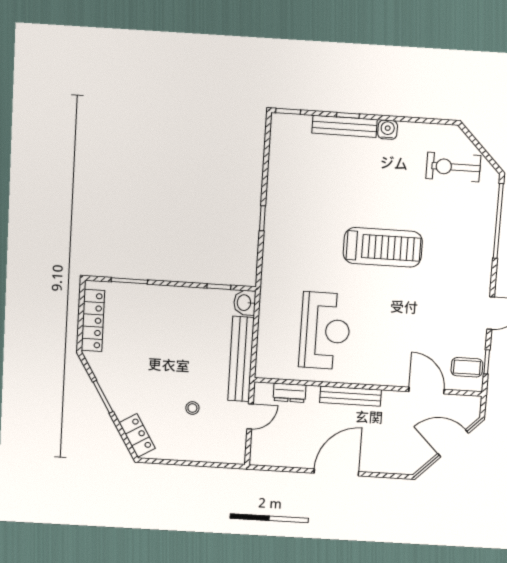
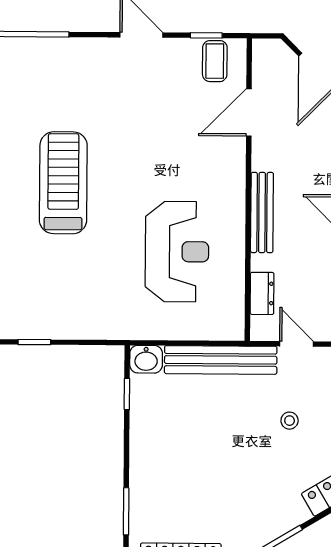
reception desk: (325, 331) -> (177, 252), turned 90

